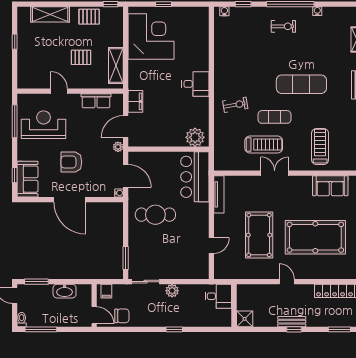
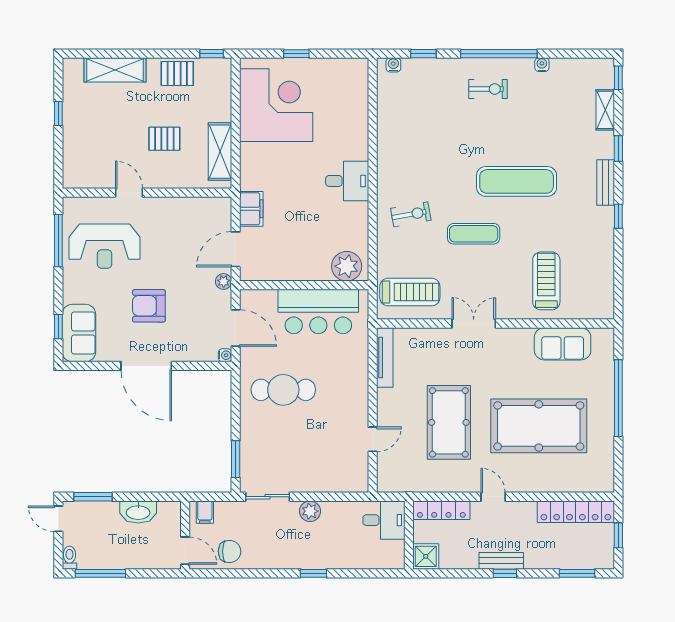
row of seats: (96, 101) -> (188, 208), removed
reception desk: (44, 125) -> (105, 246), turned 180
treadmill: (264, 144) -> (410, 292), moved
bar counter: (195, 177) -> (318, 312), moved, turned -90
locker: (254, 290) -> (441, 510), added

